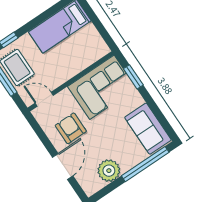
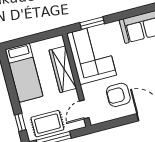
wardrobe: (77, 64) -> (63, 69), added

